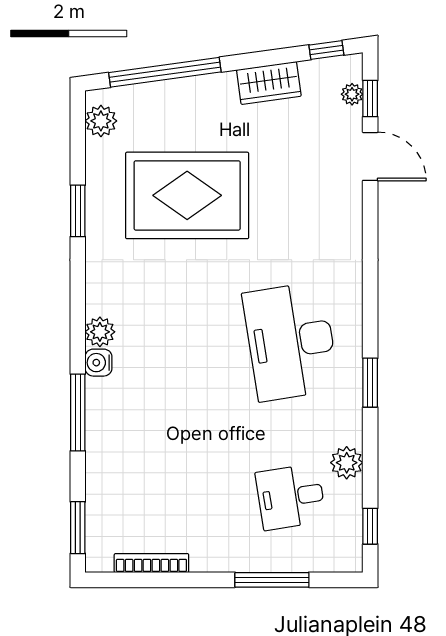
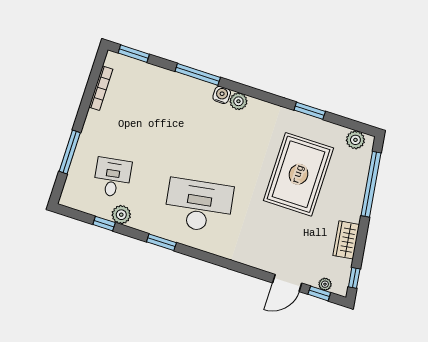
window: (370, 526) -> (104, 224), moved

